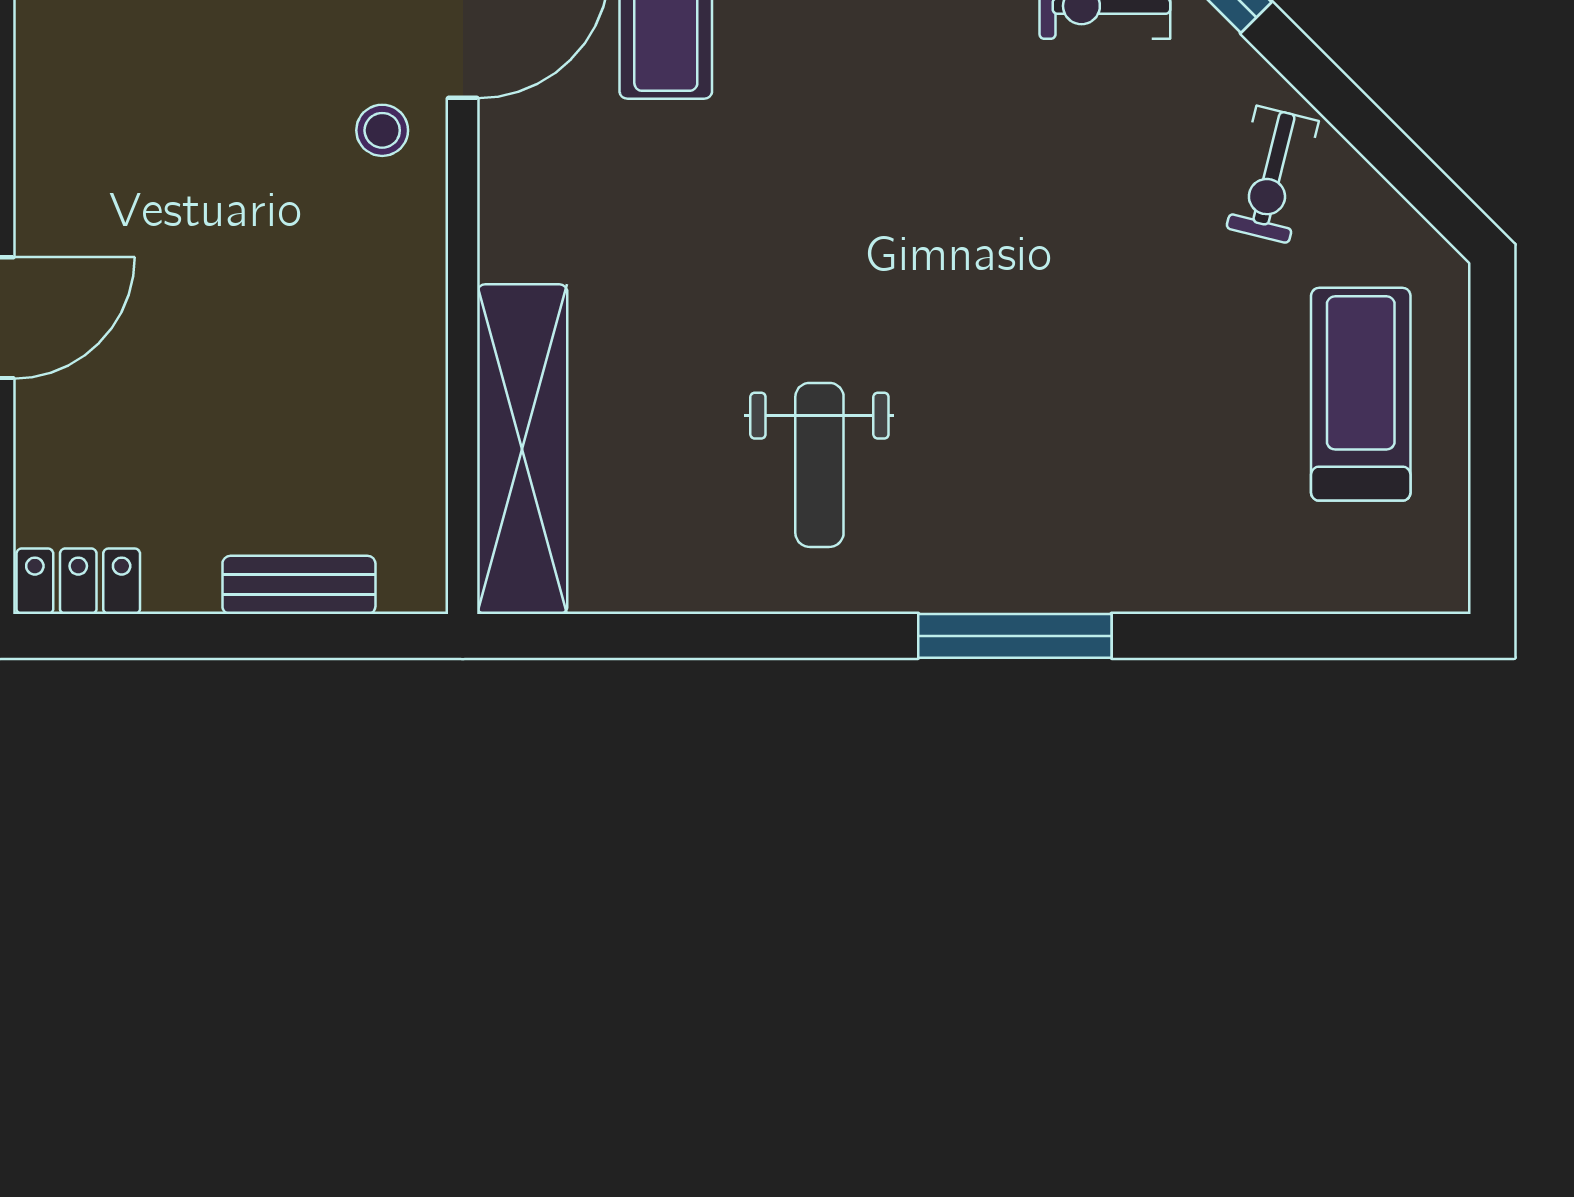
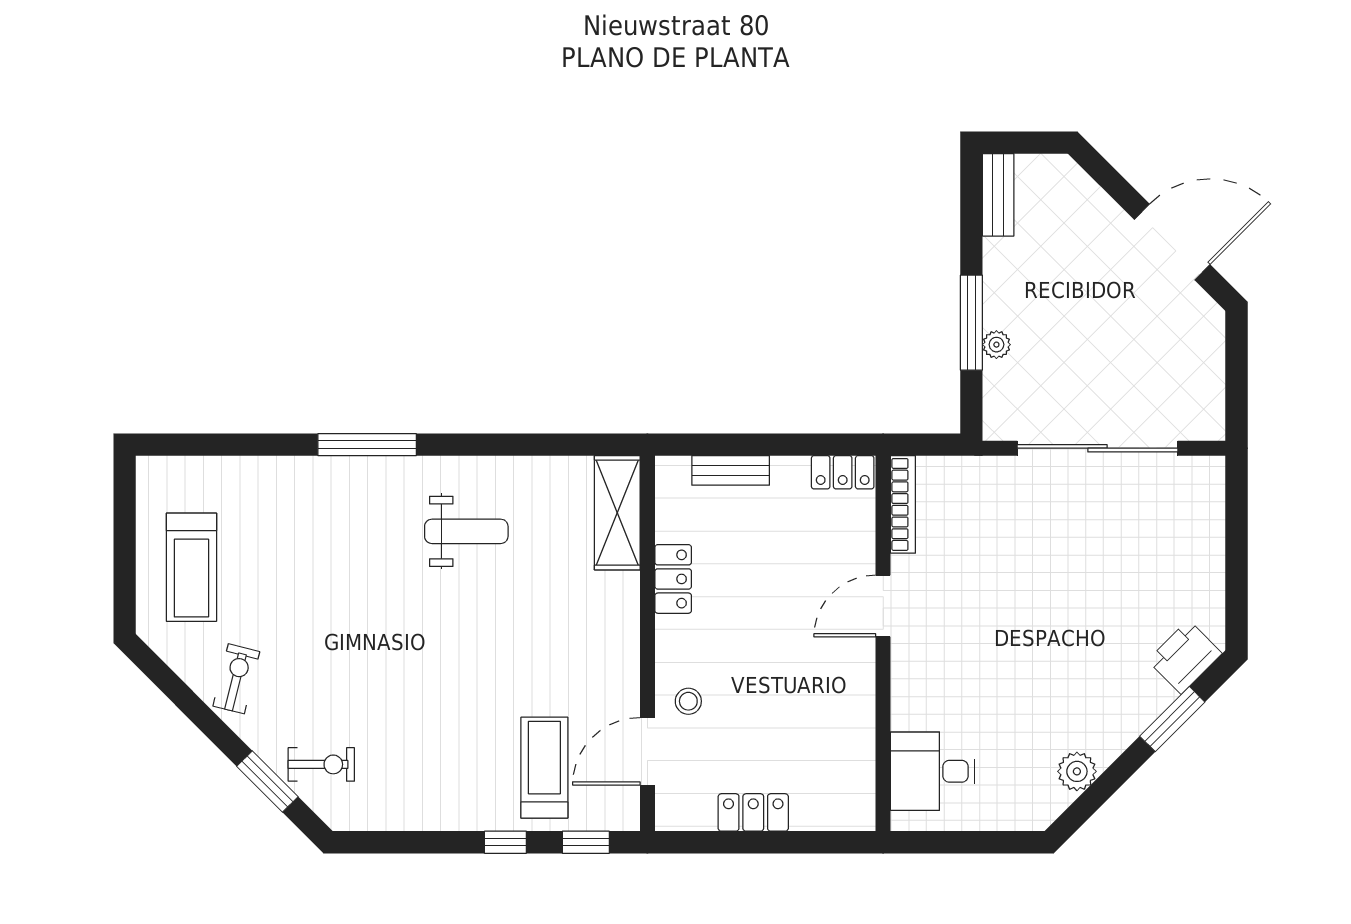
locker: (412, 371) -> (673, 579), added
shelving: (522, 449) -> (617, 513), width x0.68
weight bench: (819, 465) -> (466, 531), turned 90

